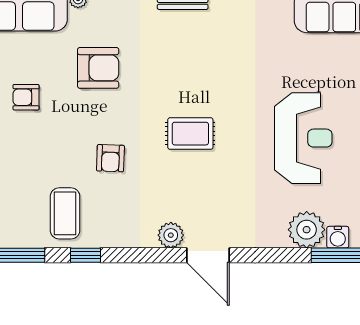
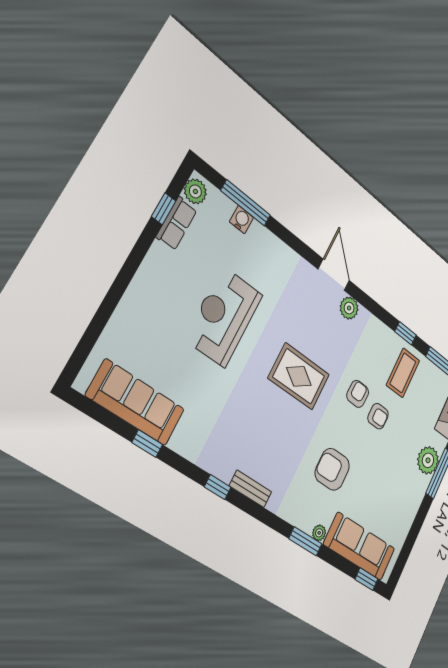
armchair: (26, 97) -> (378, 416), moved
rug: (190, 134) -> (299, 376), width x1.36, depth x1.43
plant: (307, 230) -> (260, 243), removed

